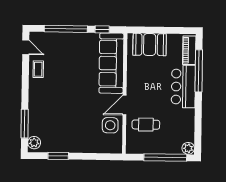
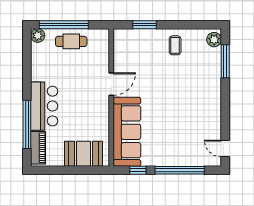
coffee table: (38, 69) -> (175, 45), moved
side table: (110, 125) -> (127, 61), removed
cafe table: (146, 125) -> (71, 41), moved
window: (58, 156) -> (145, 25), moved

